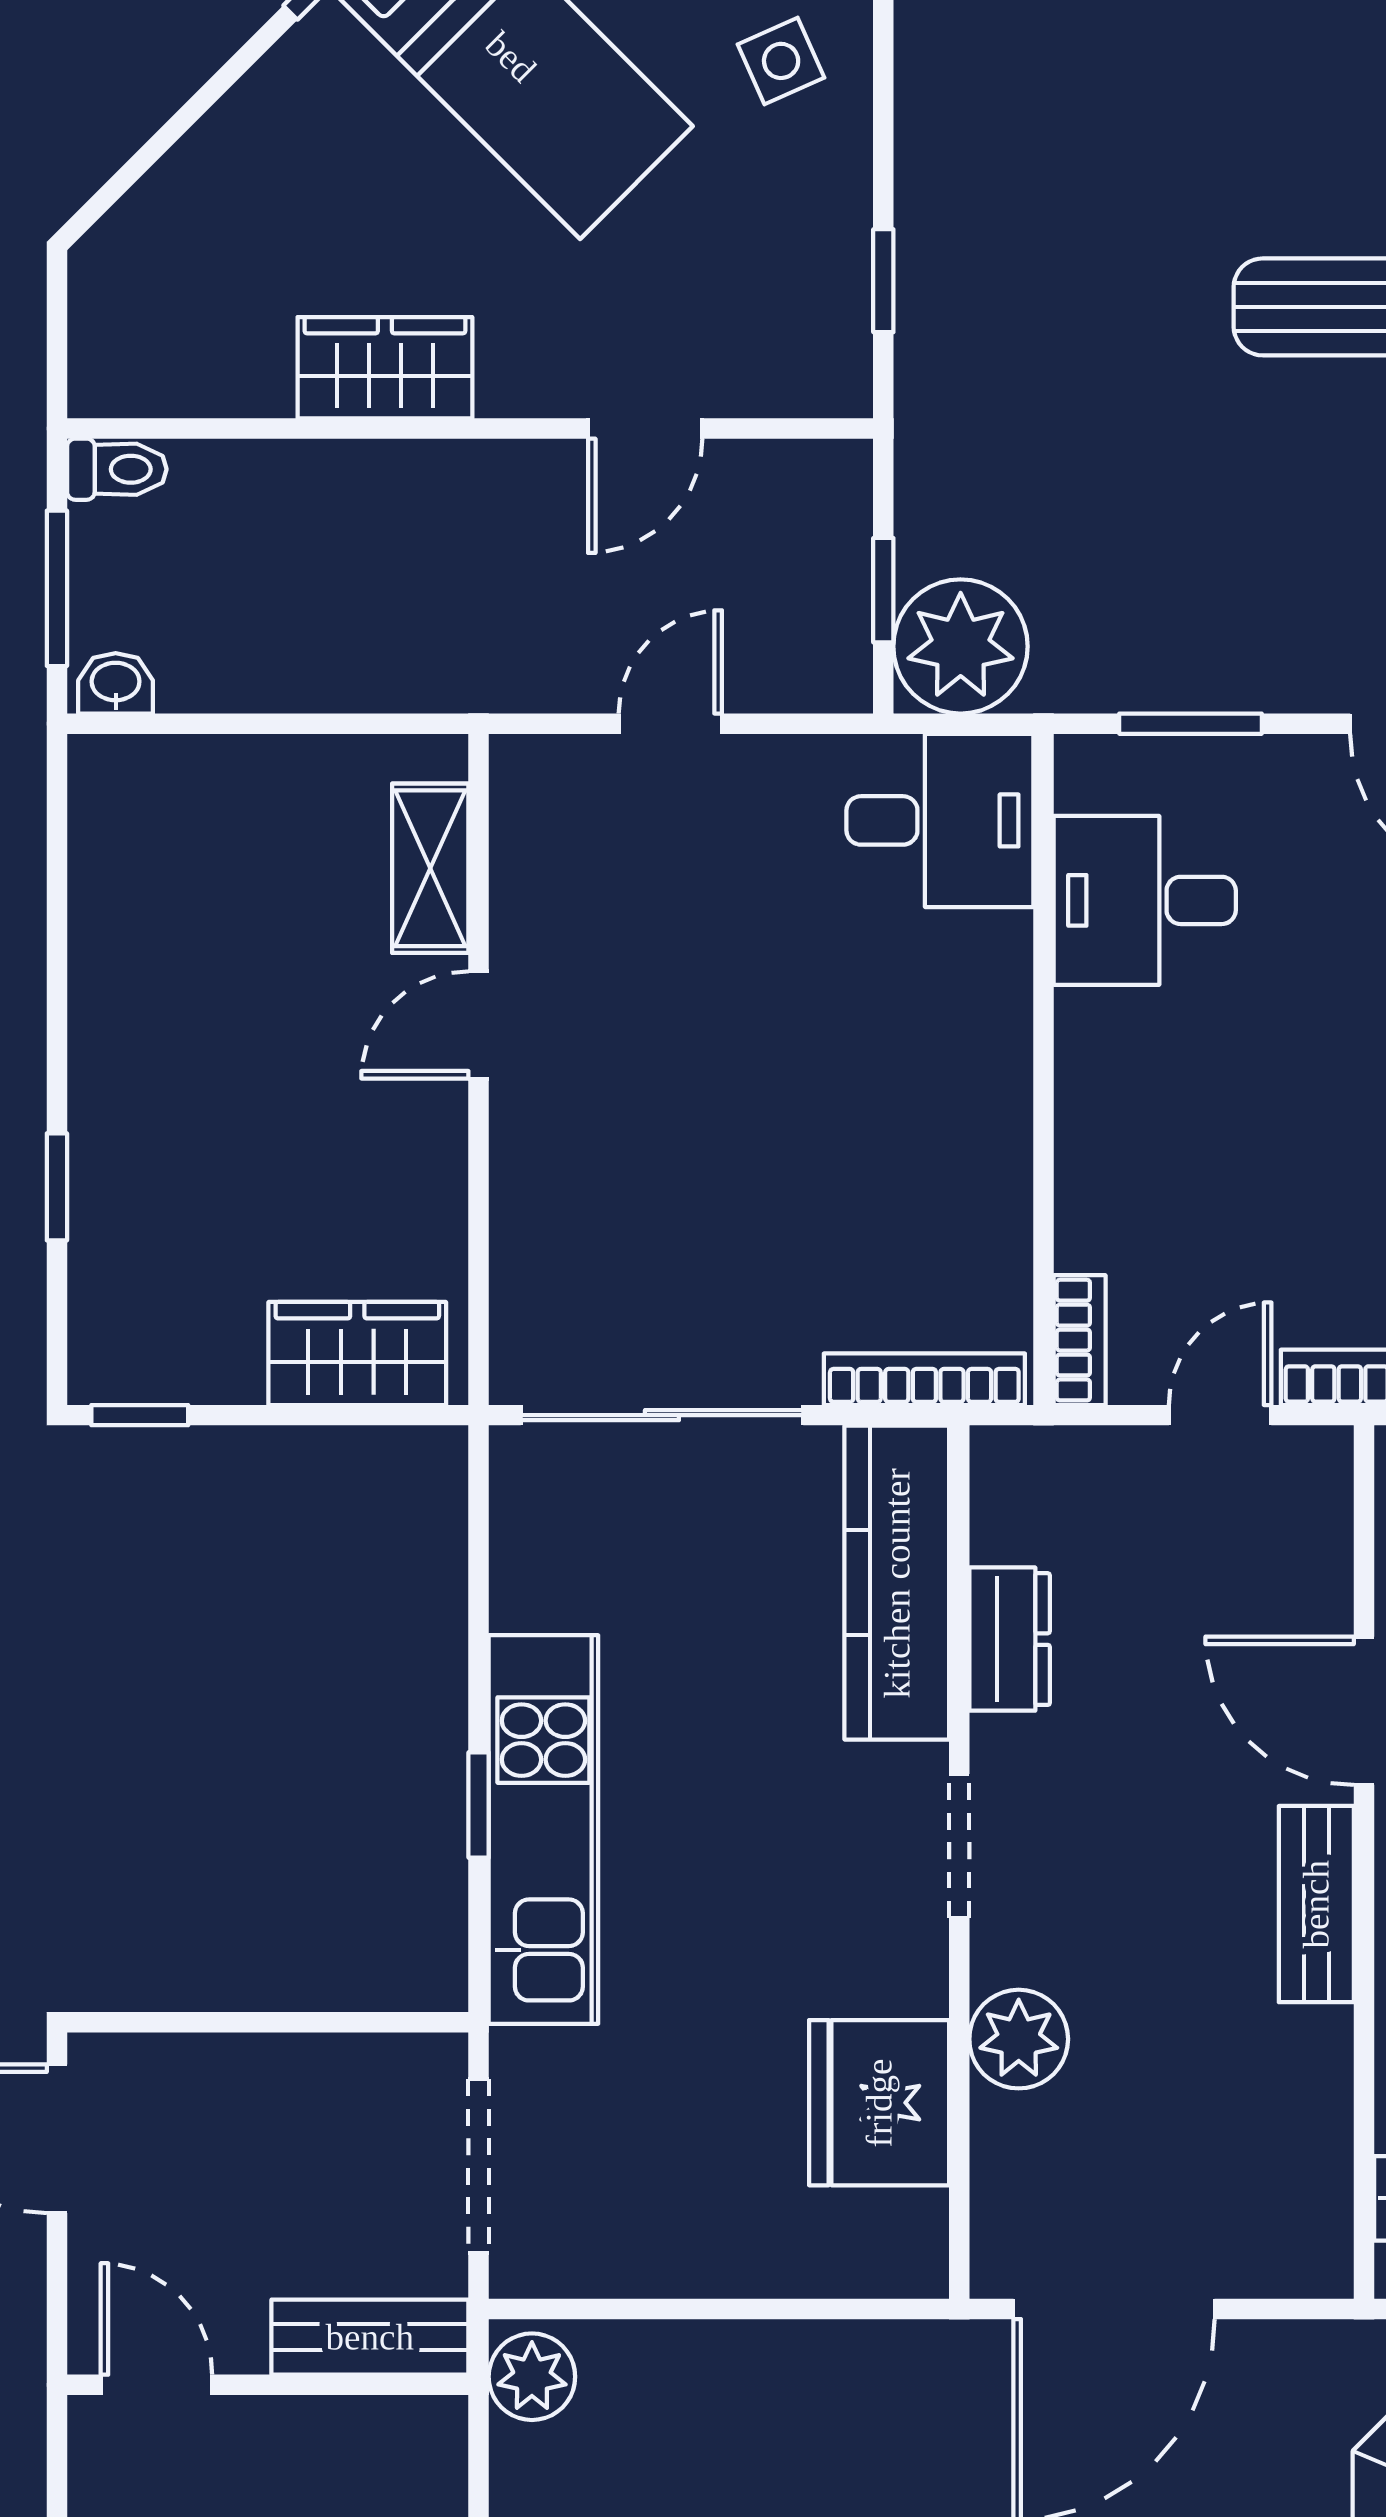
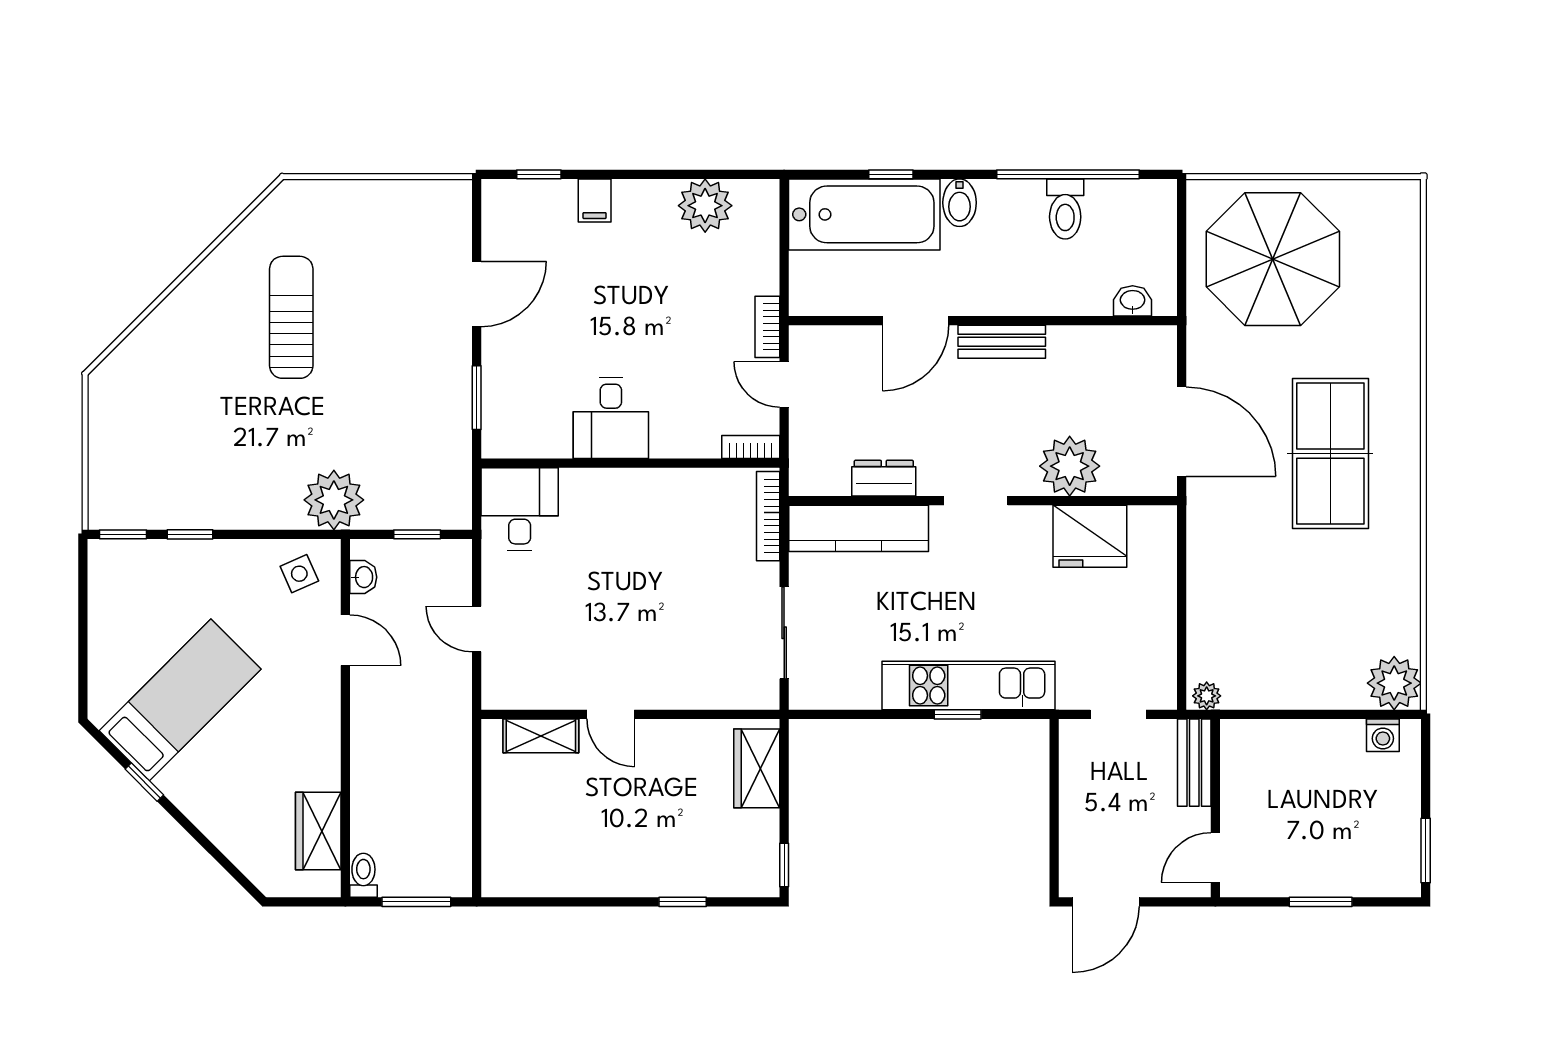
side table: (781, 61) -> (299, 574), moved
window: (883, 281) -> (190, 534), moved
wardrobe: (385, 368) -> (318, 831), moved
plant: (961, 646) -> (334, 500), moved
washbasin: (116, 683) -> (363, 577), moved, turned 180
desk: (1145, 900) -> (611, 418), moved
sliding door: (662, 1415) -> (784, 633), width x0.73
plant: (1019, 2039) -> (1070, 466), width x1.36, depth x1.36
doorway: (479, 2166) -> (1118, 714), width x0.73
plant: (532, 2377) -> (1207, 696), width x0.73, depth x0.73

